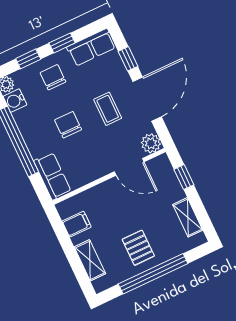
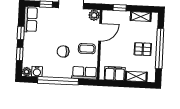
chair: (53, 77) -> (35, 46), removed
coffee table: (108, 109) -> (87, 49), moved
filing cabinet: (77, 224) -> (115, 74), width x2.00

